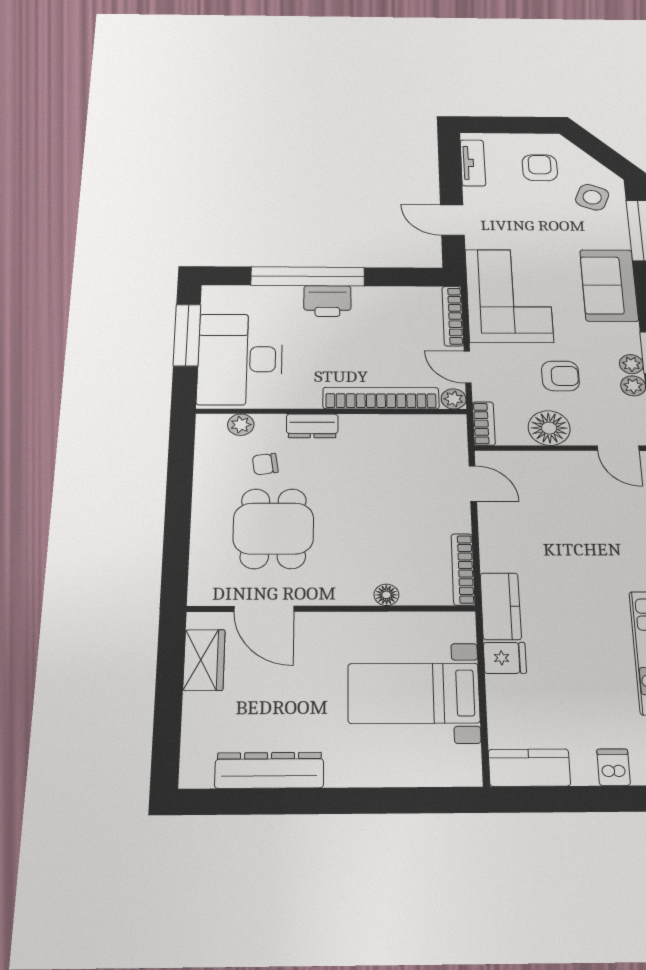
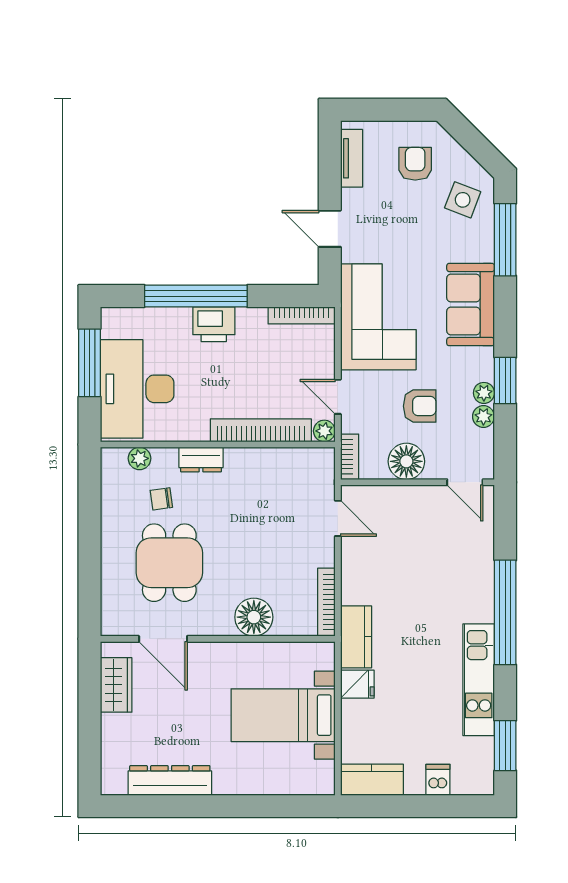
bookcase: (453, 316) -> (302, 315), moved, turned -90
floor lamp: (386, 595) -> (254, 617), width x1.89, depth x1.89

